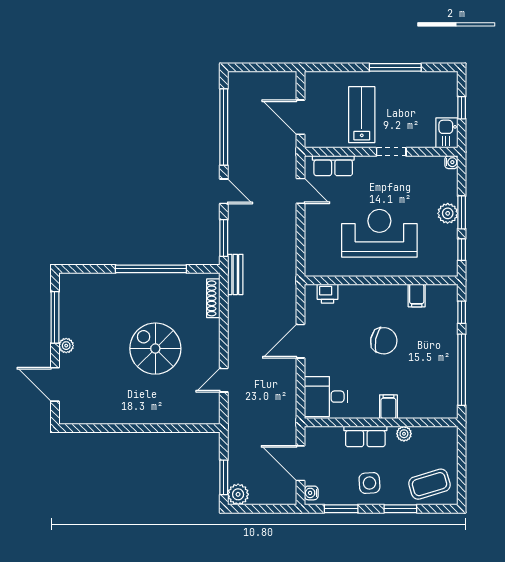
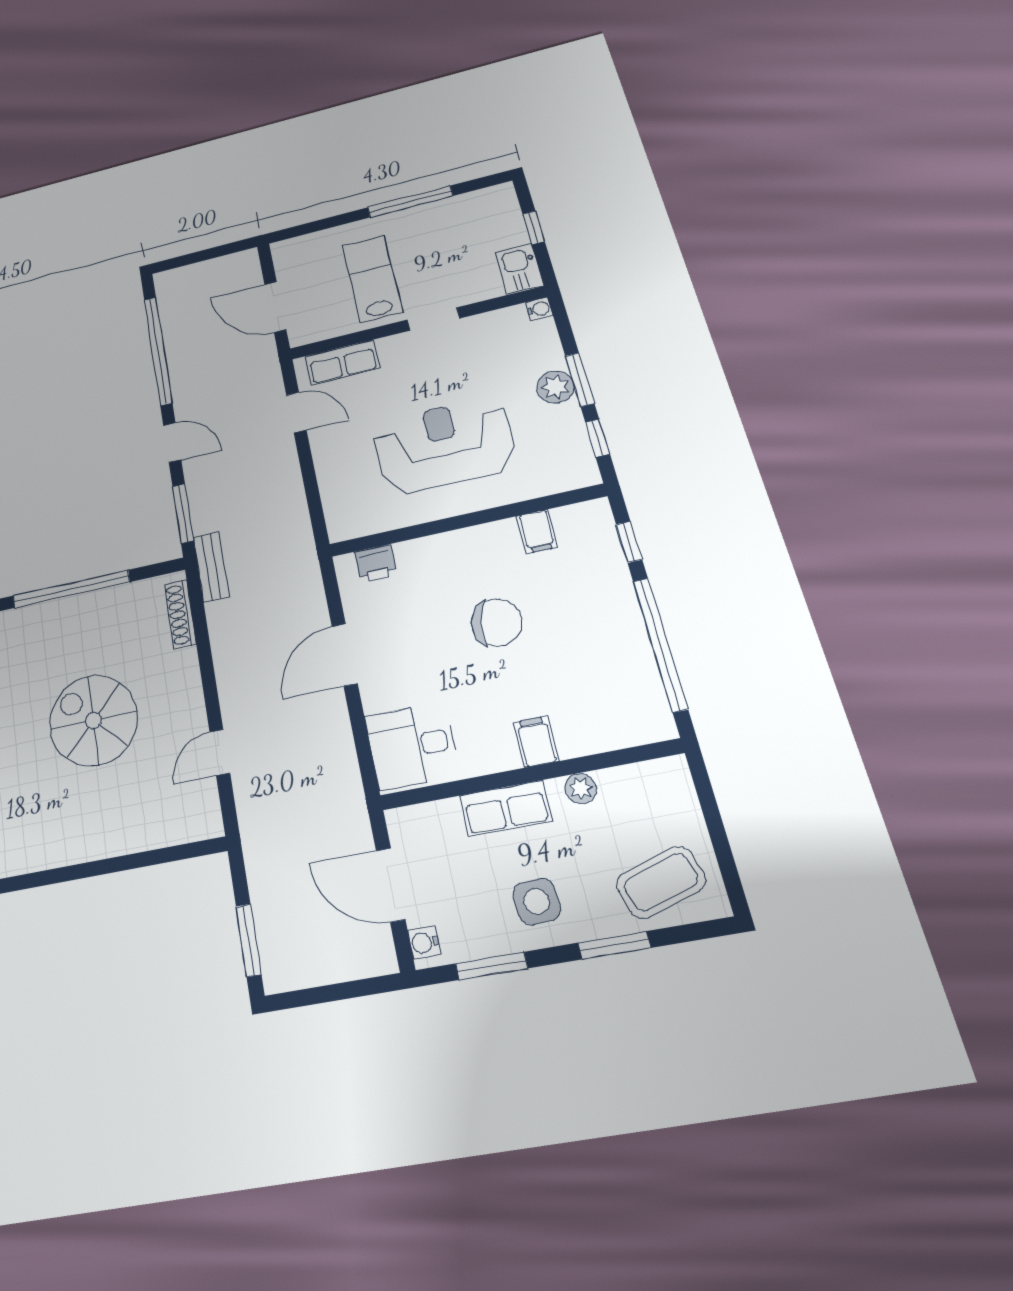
plant: (238, 494) -> (281, 970), removed

